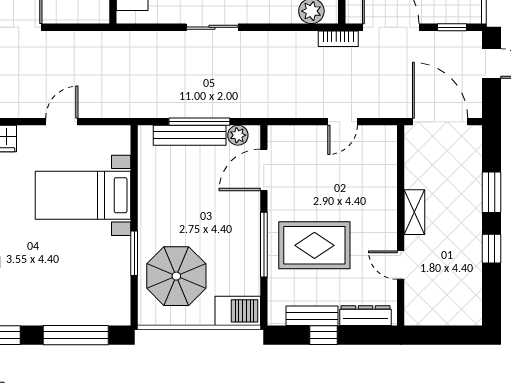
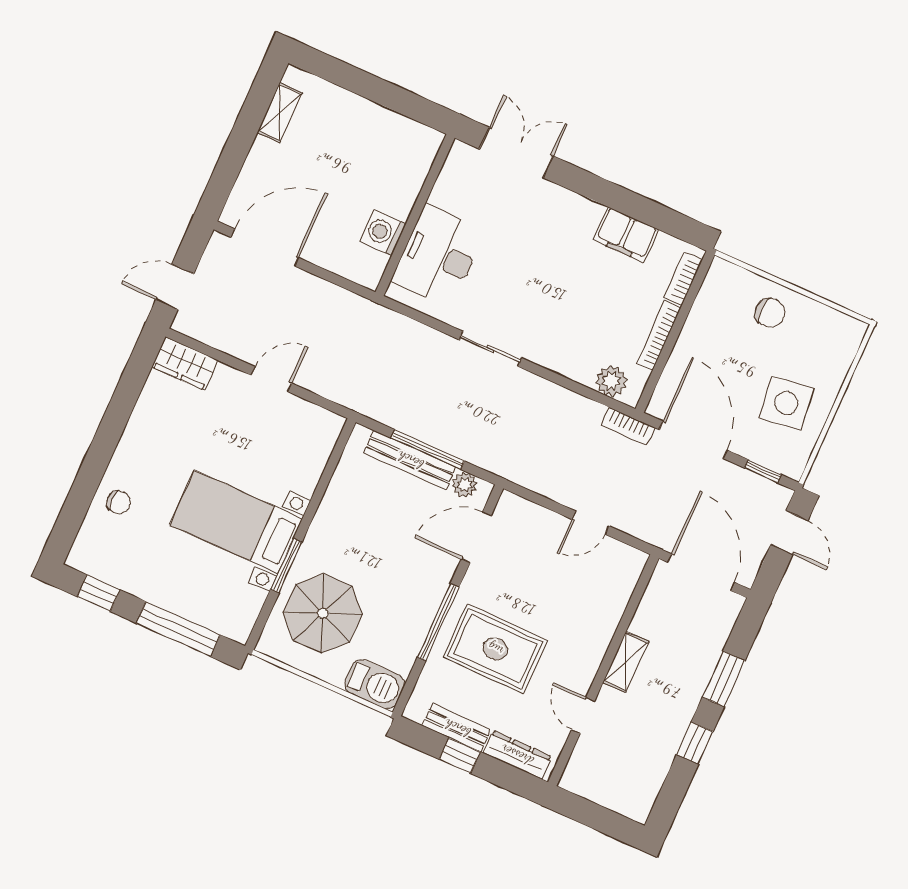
bed with nightstands: (83, 195) -> (236, 522), moved

